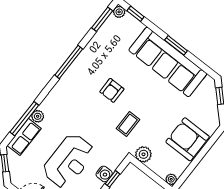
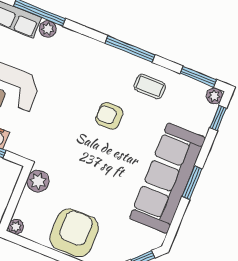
coffee table: (128, 124) -> (150, 86), moved

